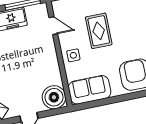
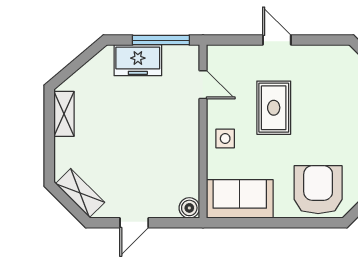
boiler: (54, 97) -> (189, 208), width x0.54, depth x0.54

